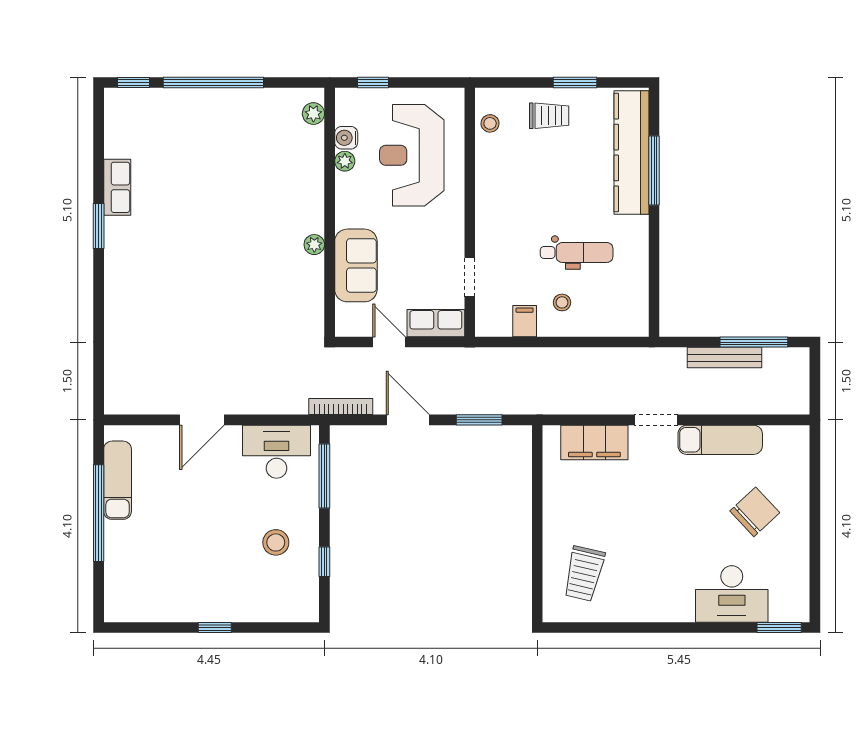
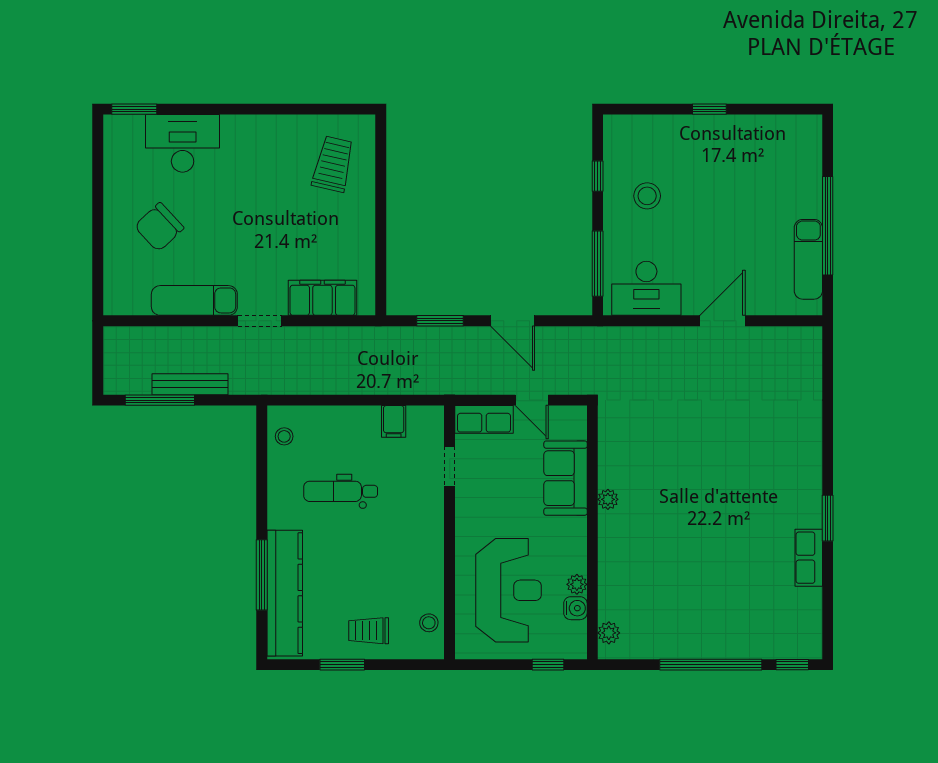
stool: (562, 302) -> (284, 436), moved
bookcase: (341, 406) -> (581, 334), removed

